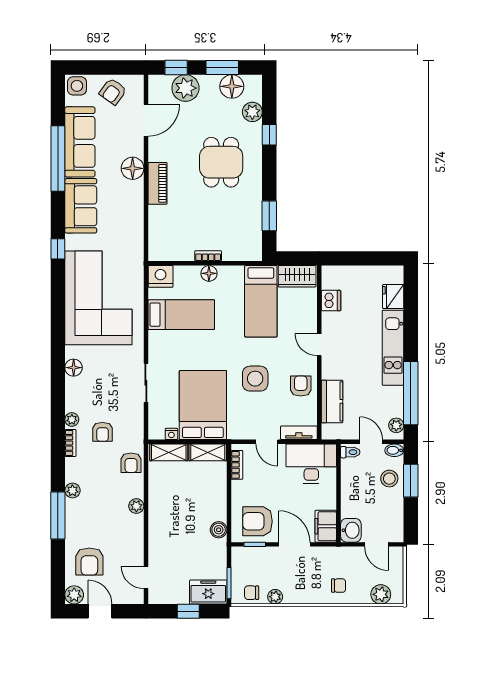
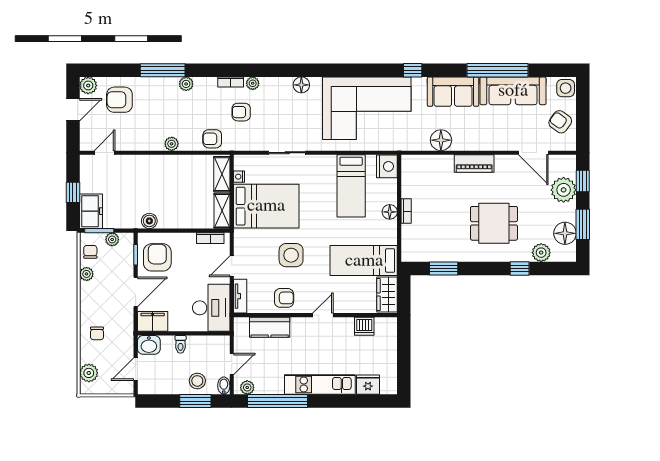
floor lamp: (133, 168) -> (441, 140), moved
toilet: (350, 452) -> (181, 344), moved
plant: (238, 569) -> (112, 239), added

